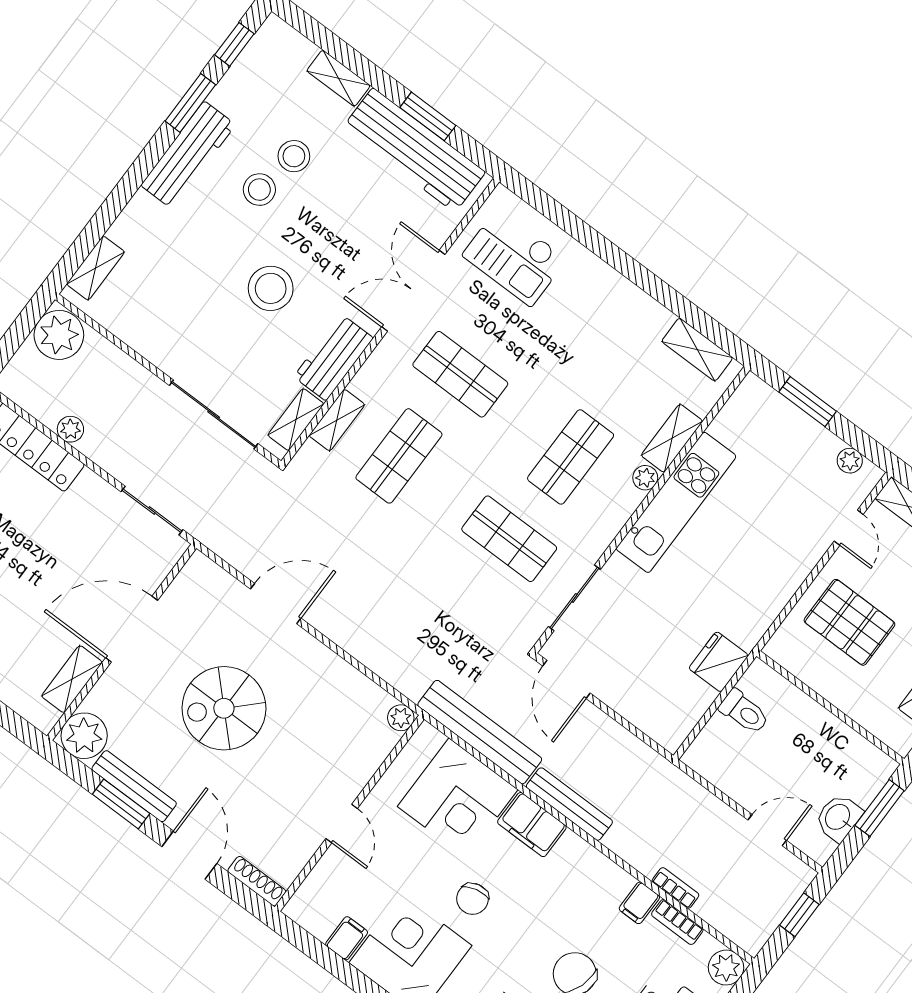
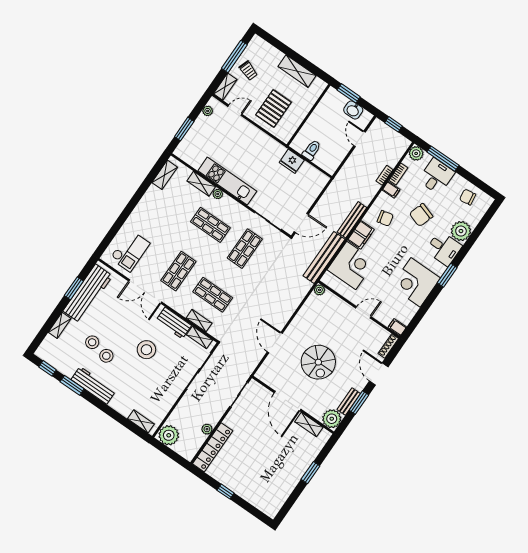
bench: (134, 786) -> (349, 402), width x0.73
door: (189, 855) -> (379, 374), hinge flipped
chair: (473, 899) -> (385, 218), moved
filing cabinet: (347, 938) -> (397, 327), moved

